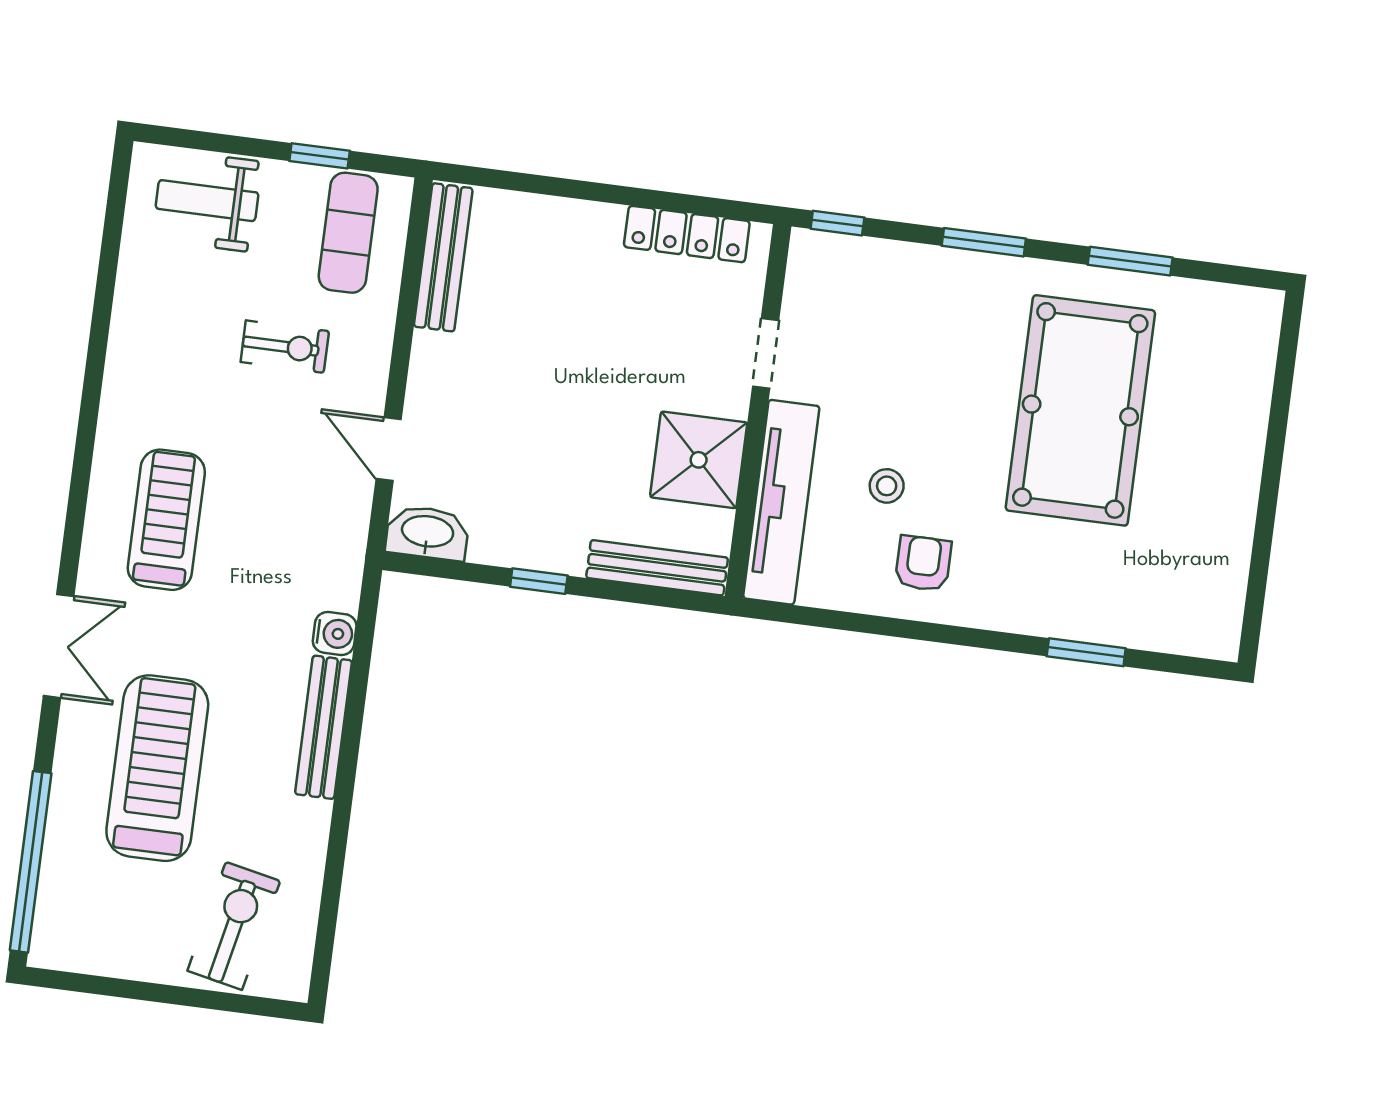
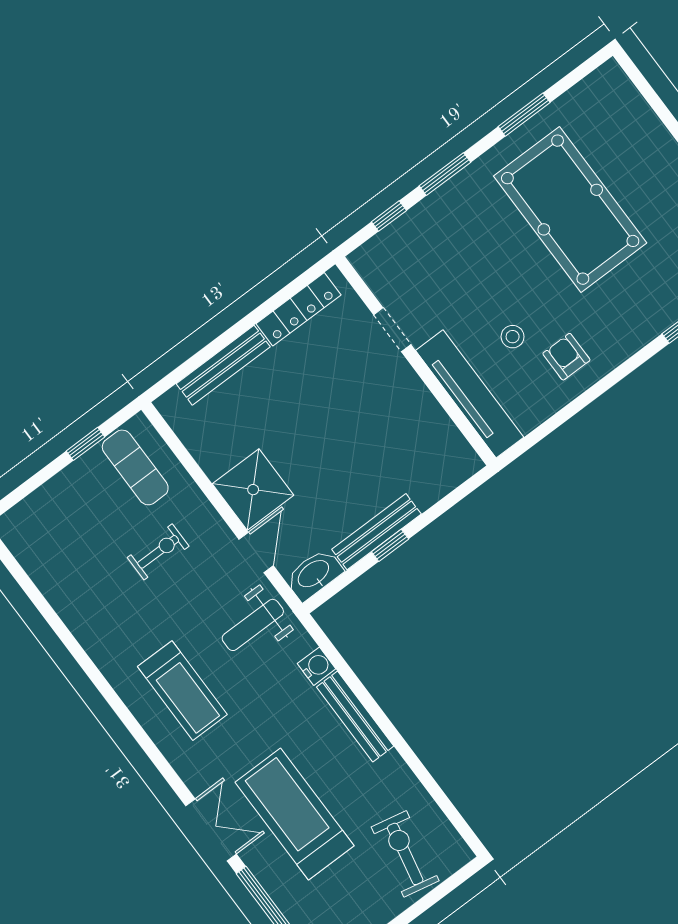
weight bench: (207, 201) -> (253, 625), moved
window: (837, 223) -> (389, 216), moved
bench: (443, 257) -> (223, 365), moved, turned 90
door: (389, 449) -> (256, 552), swing flipped
shower: (699, 460) -> (253, 490), moved
treadmill: (166, 520) -> (182, 691), turned 180
bench: (657, 568) -> (376, 532), moved
double door: (59, 646) -> (211, 830), moved

